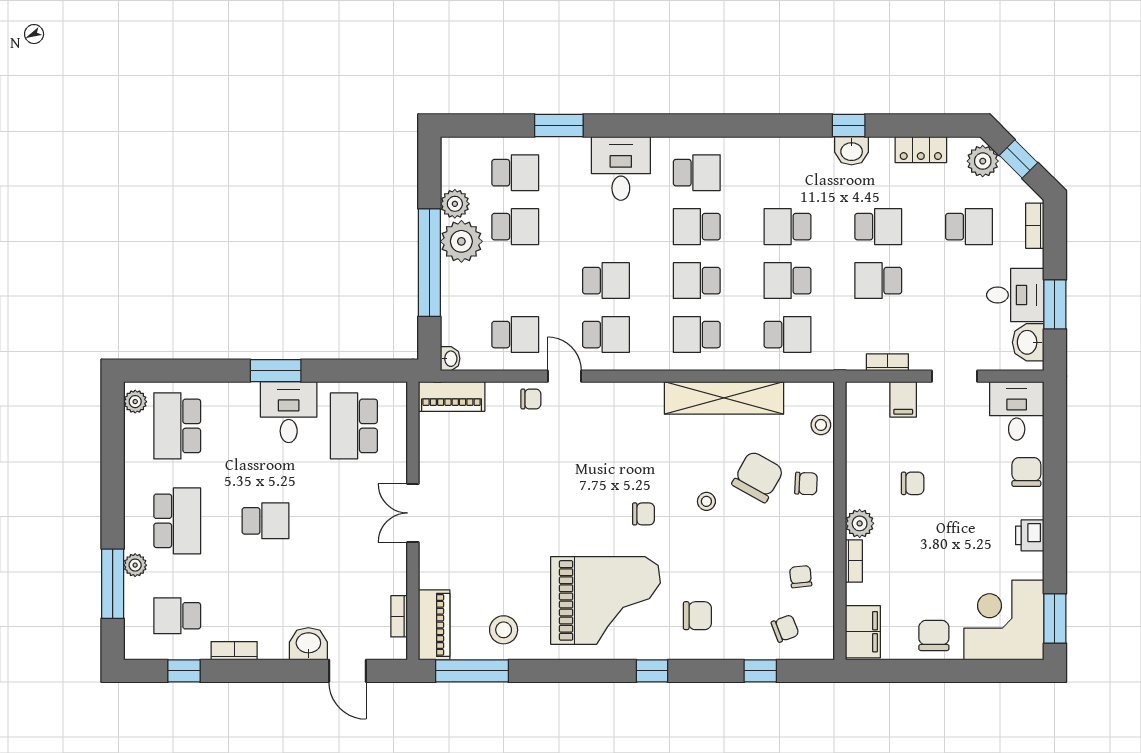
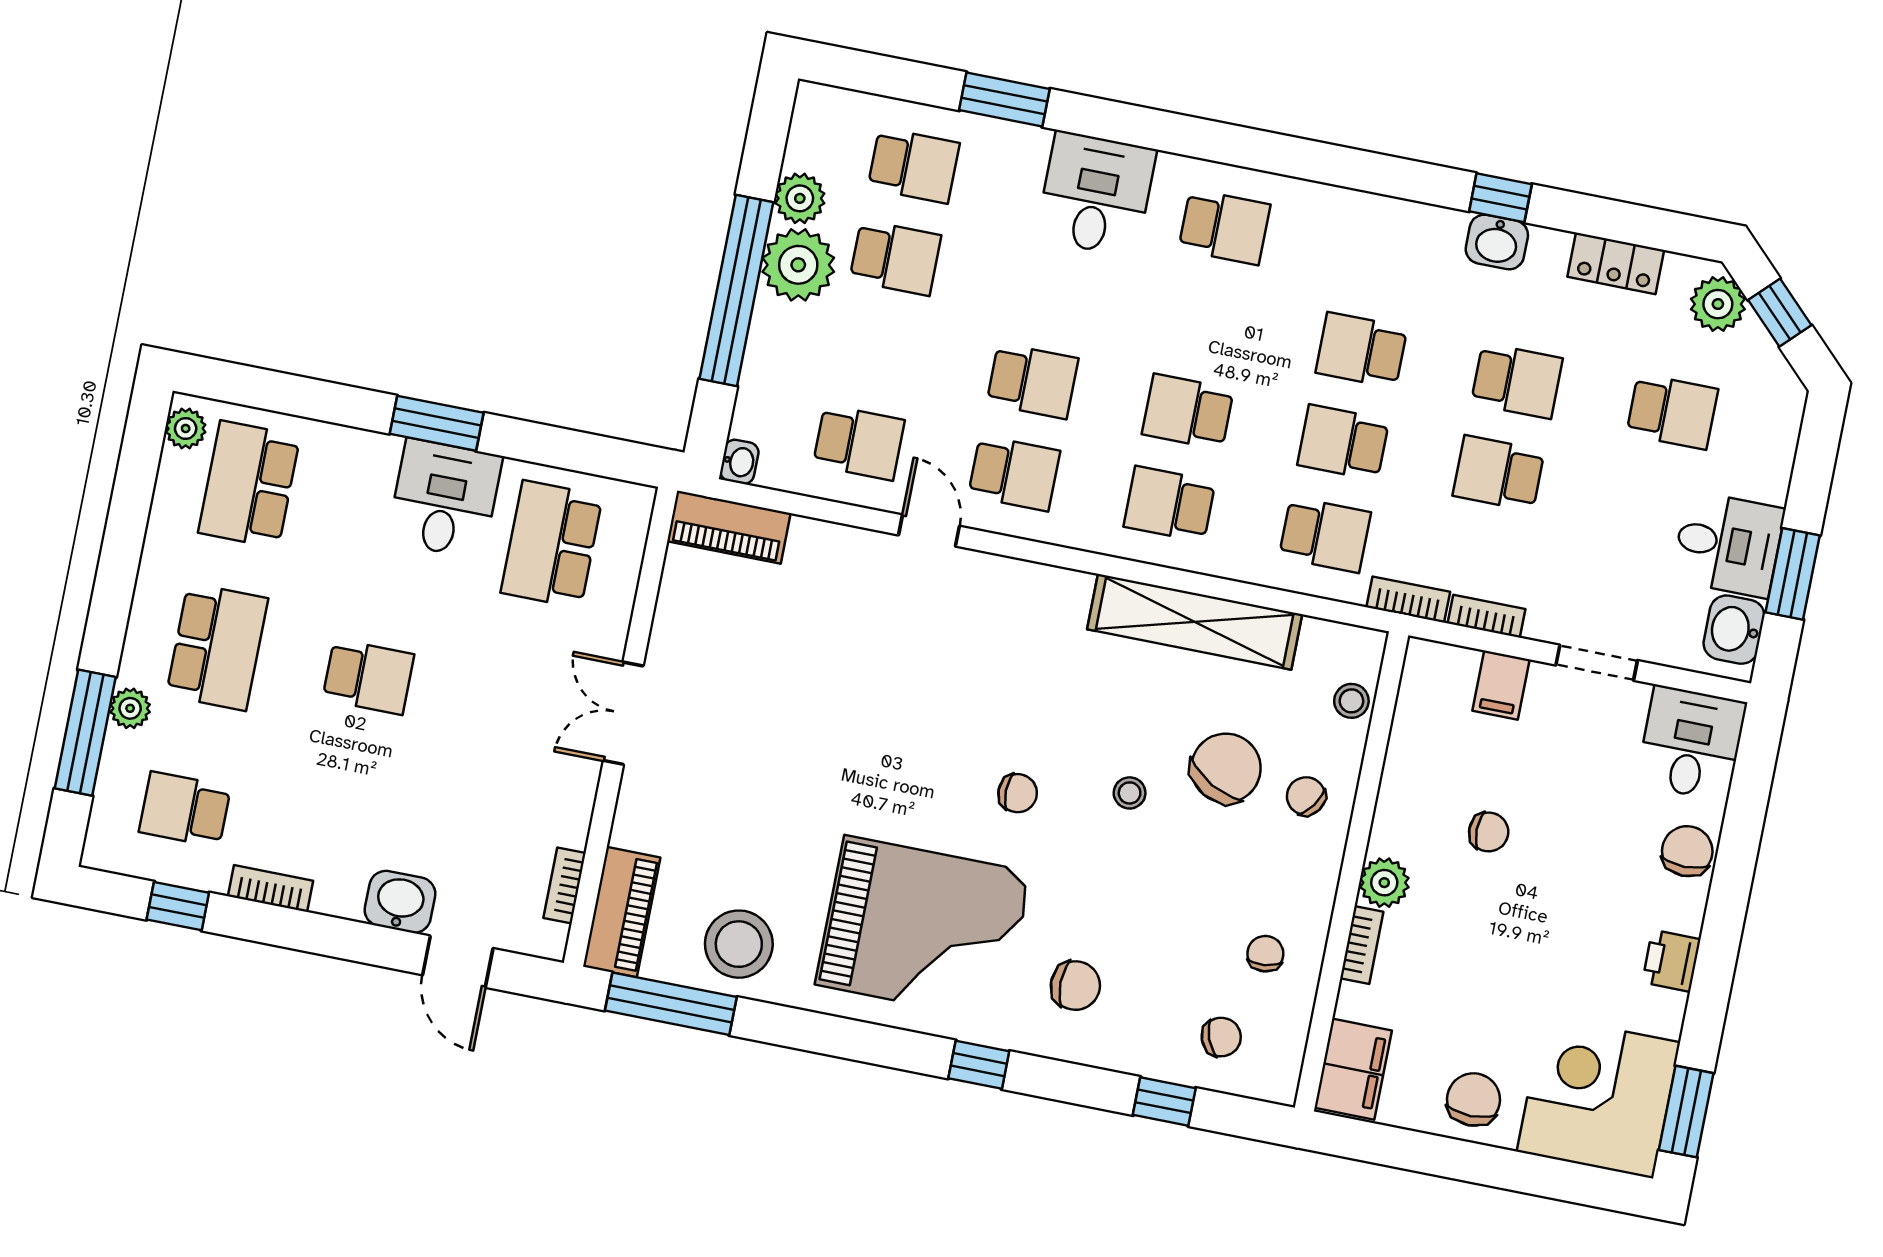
bookcase: (1035, 226) -> (1408, 600), moved, turned 90
school desk: (697, 227) -> (1206, 319), removed
chair: (531, 399) -> (864, 558), removed
chair: (806, 484) -> (1306, 796), turned -148
stool: (504, 630) -> (739, 944), width x1.38, depth x1.38

